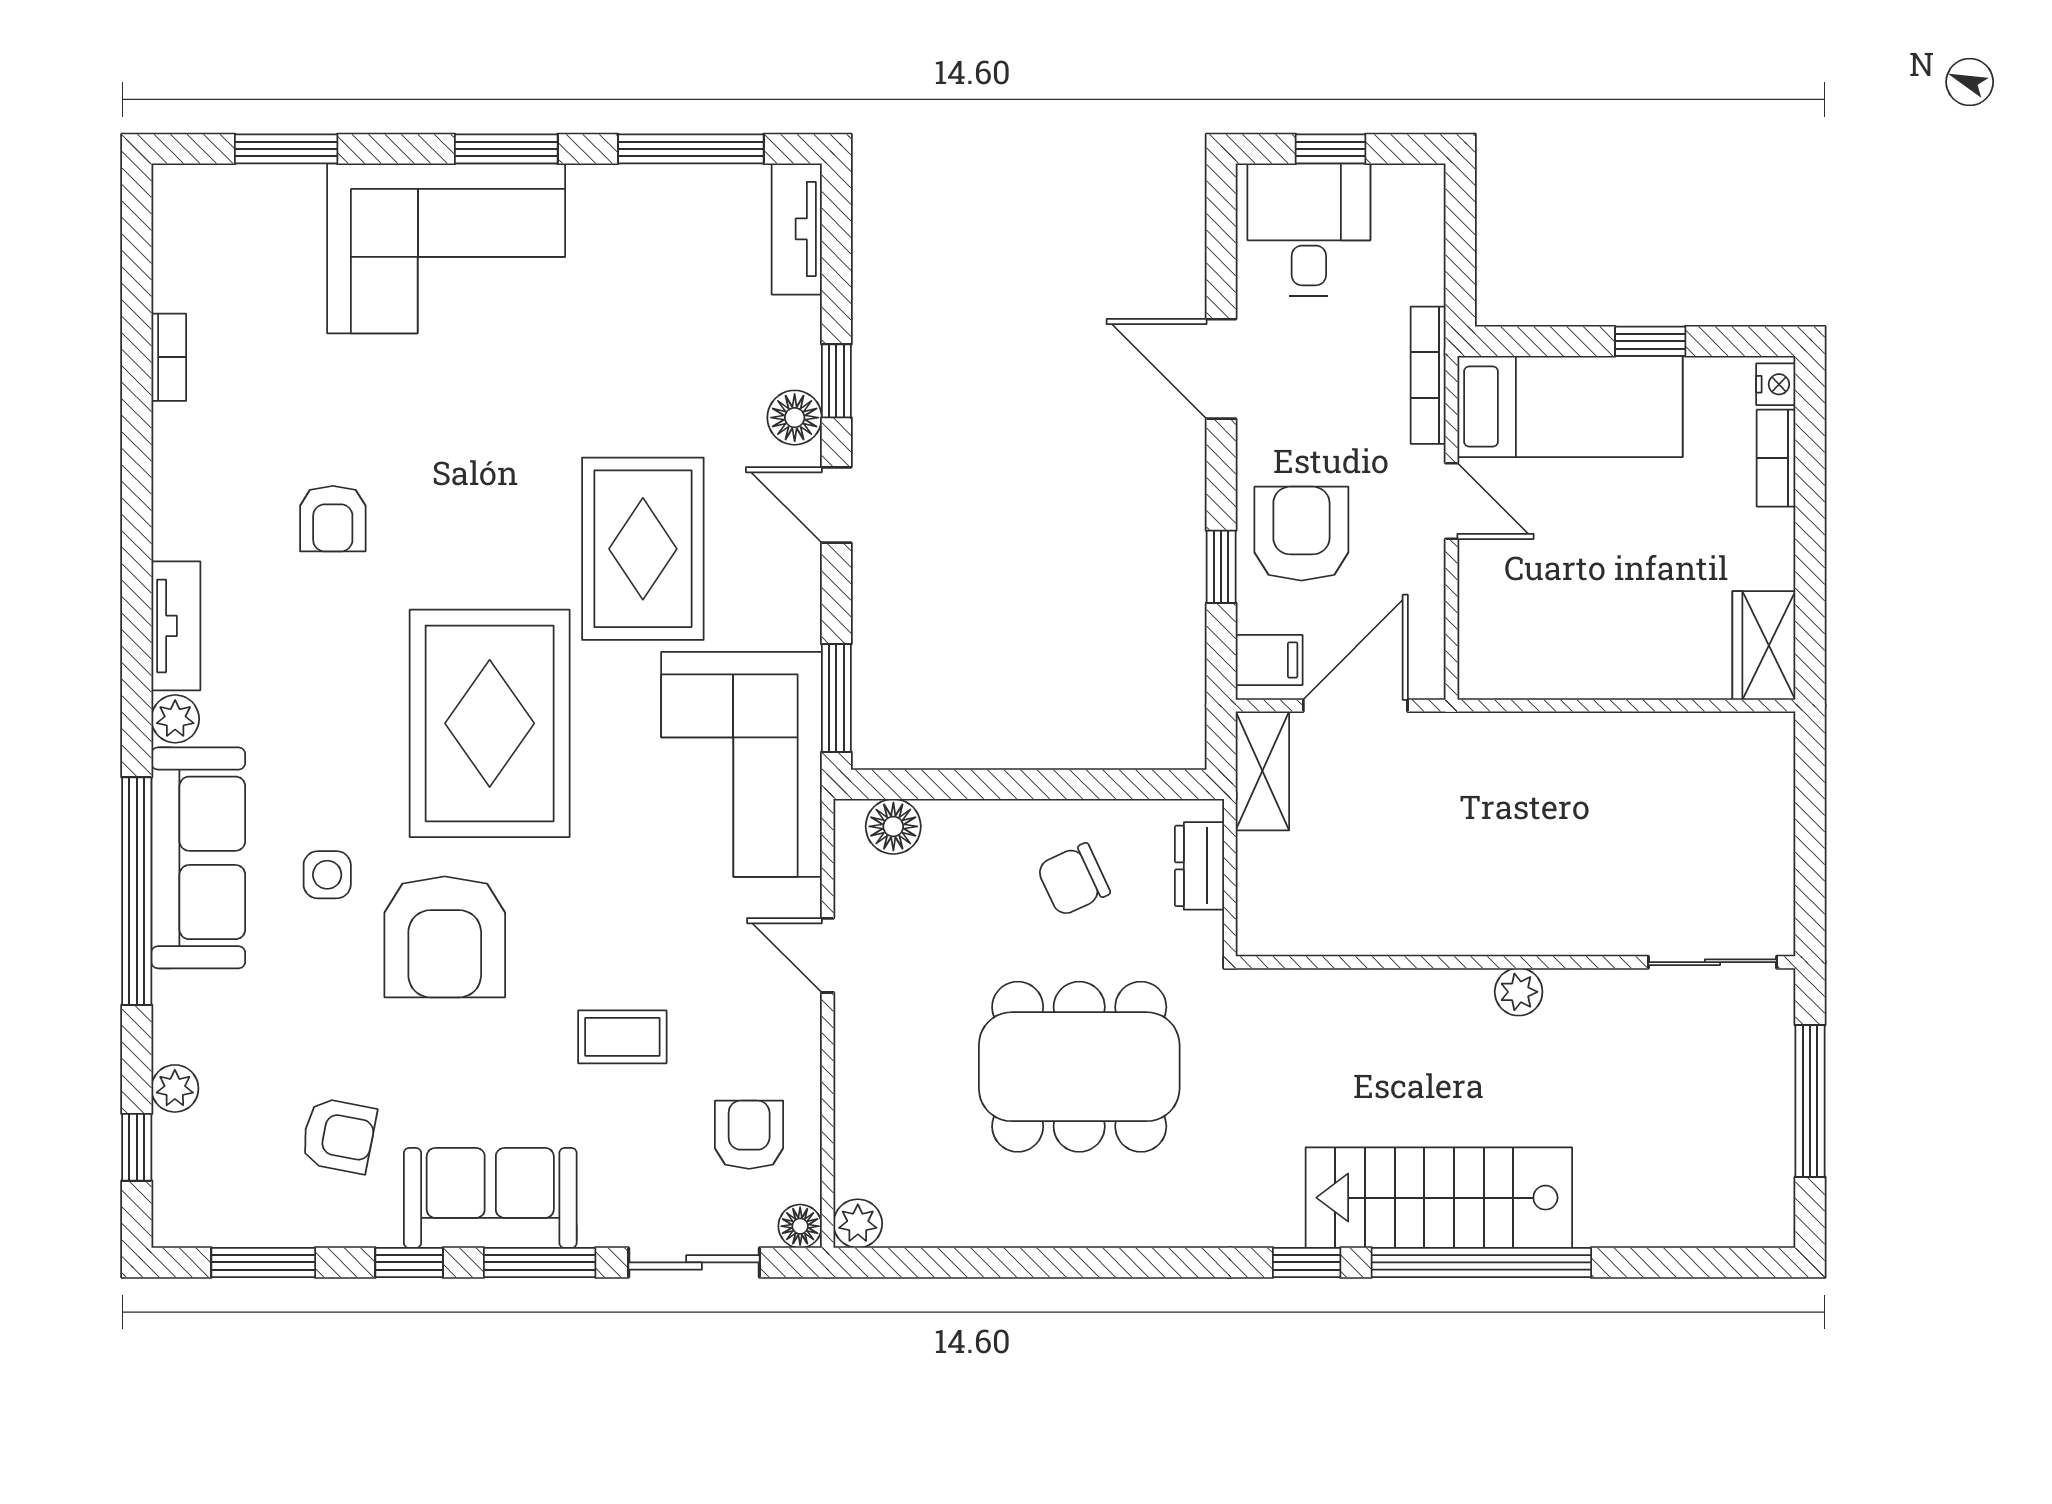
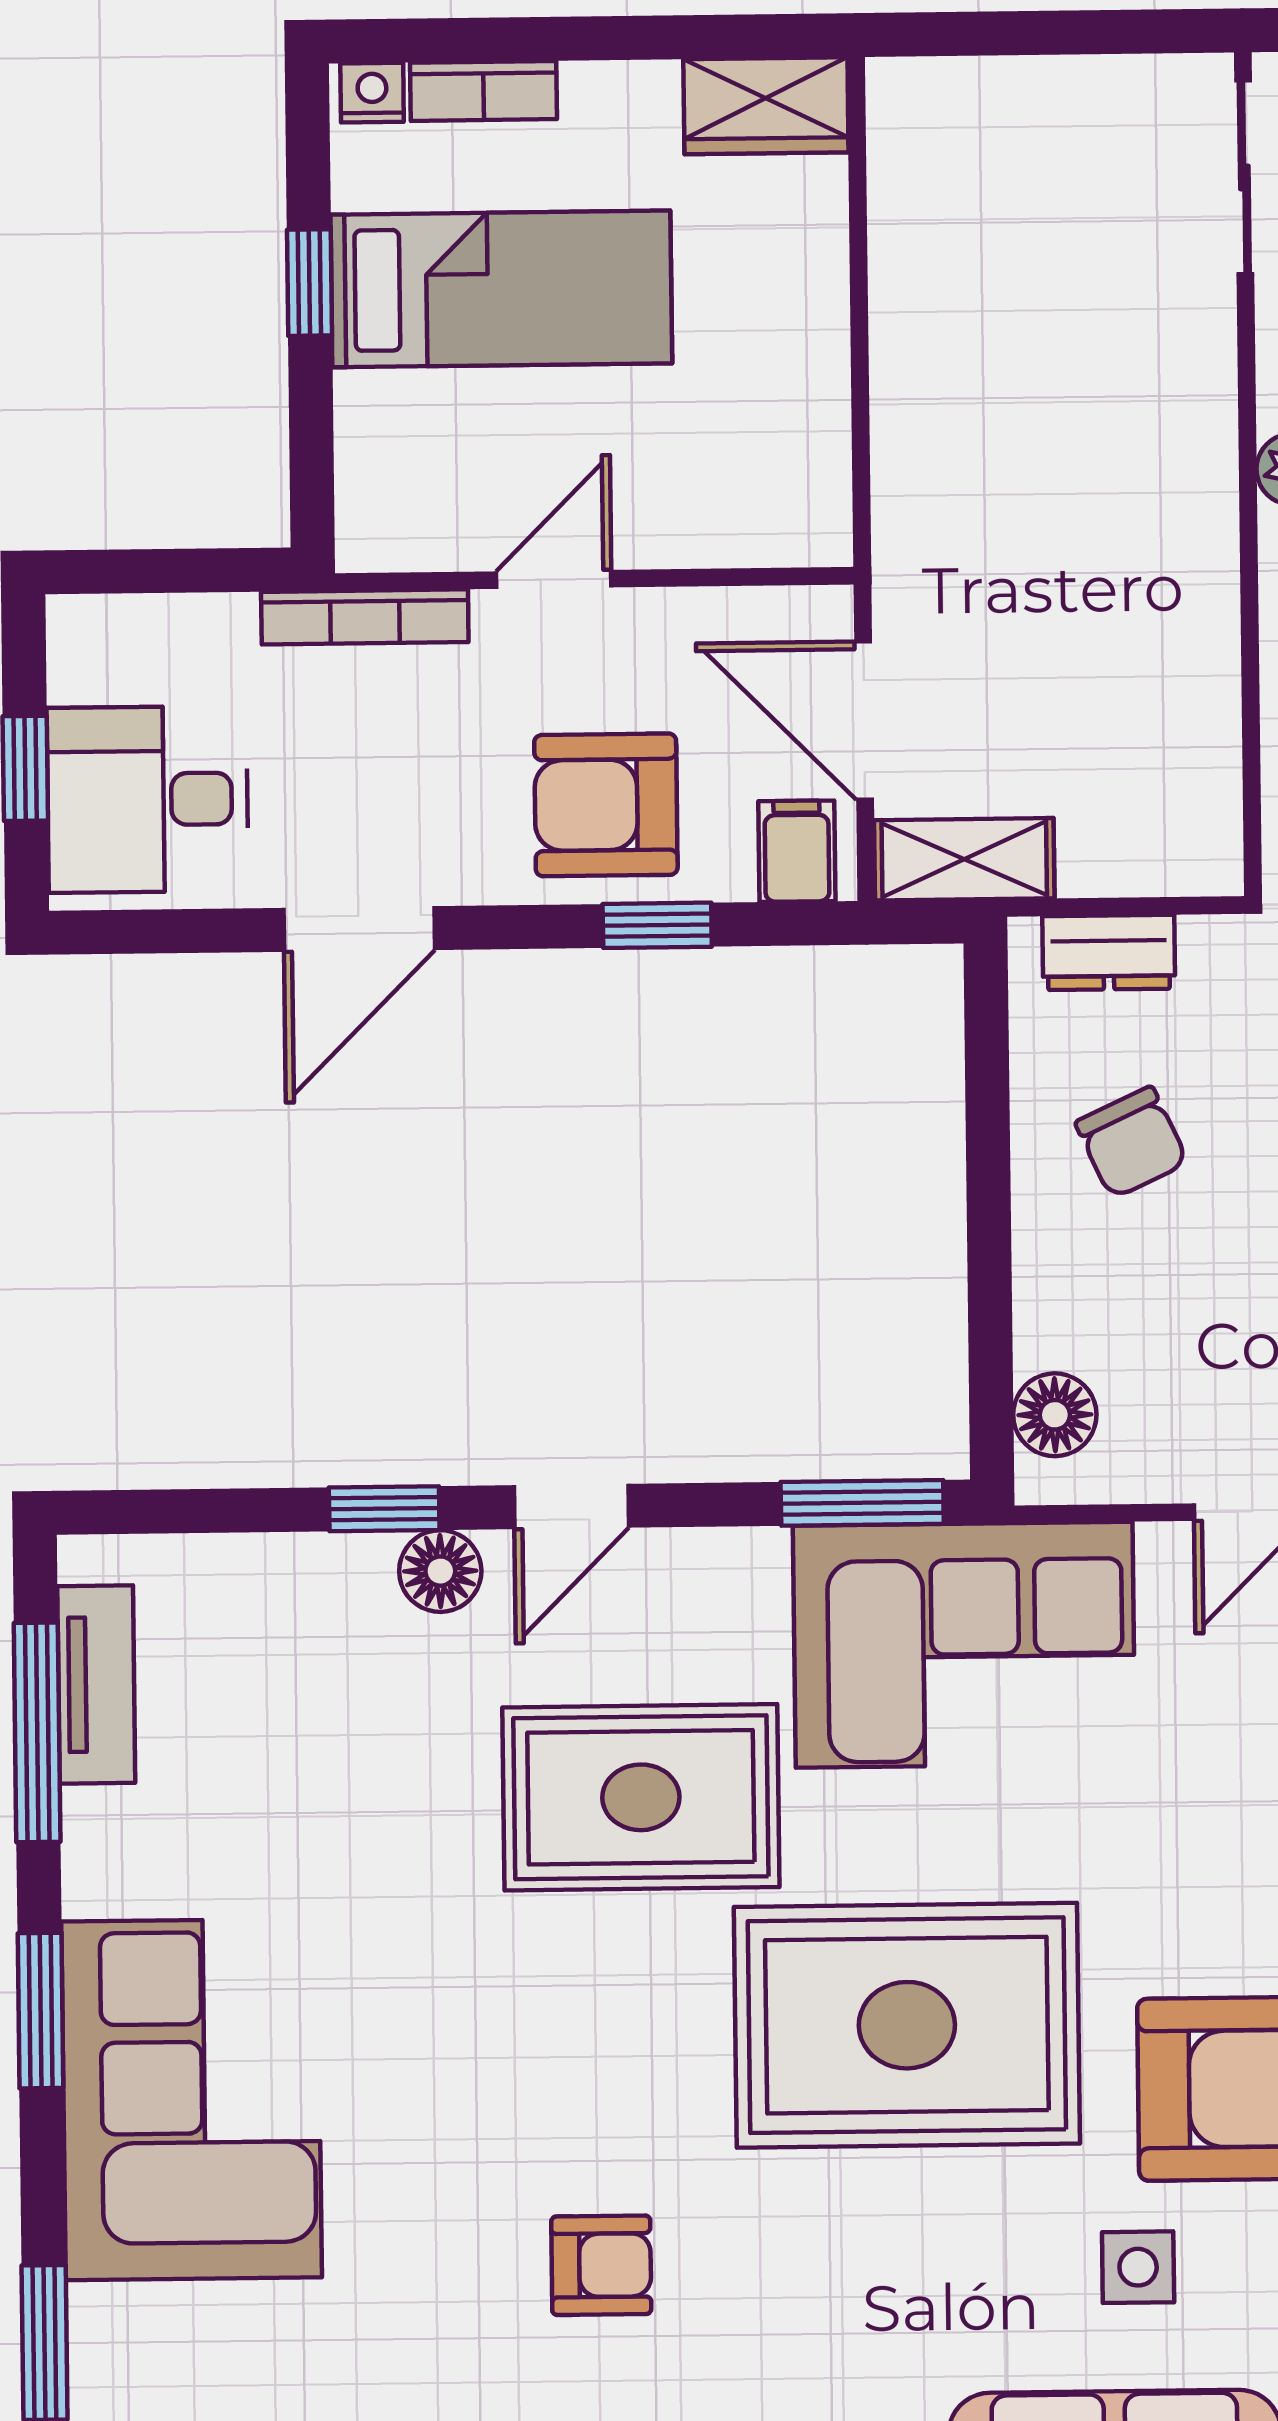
tv unit: (797, 229) -> (96, 1685), moved, turned -90
bed: (1570, 407) -> (501, 289), moved, turned 90

